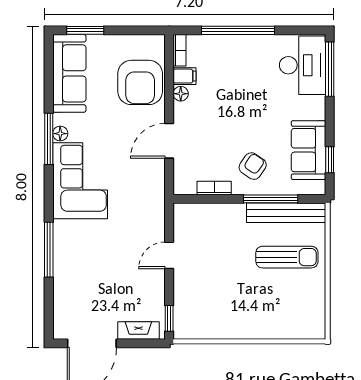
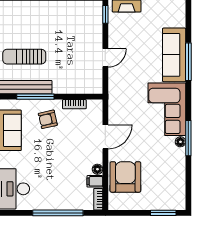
sofa: (69, 73) -> (174, 55), moved
armchair: (253, 166) -> (48, 119), turned 43

